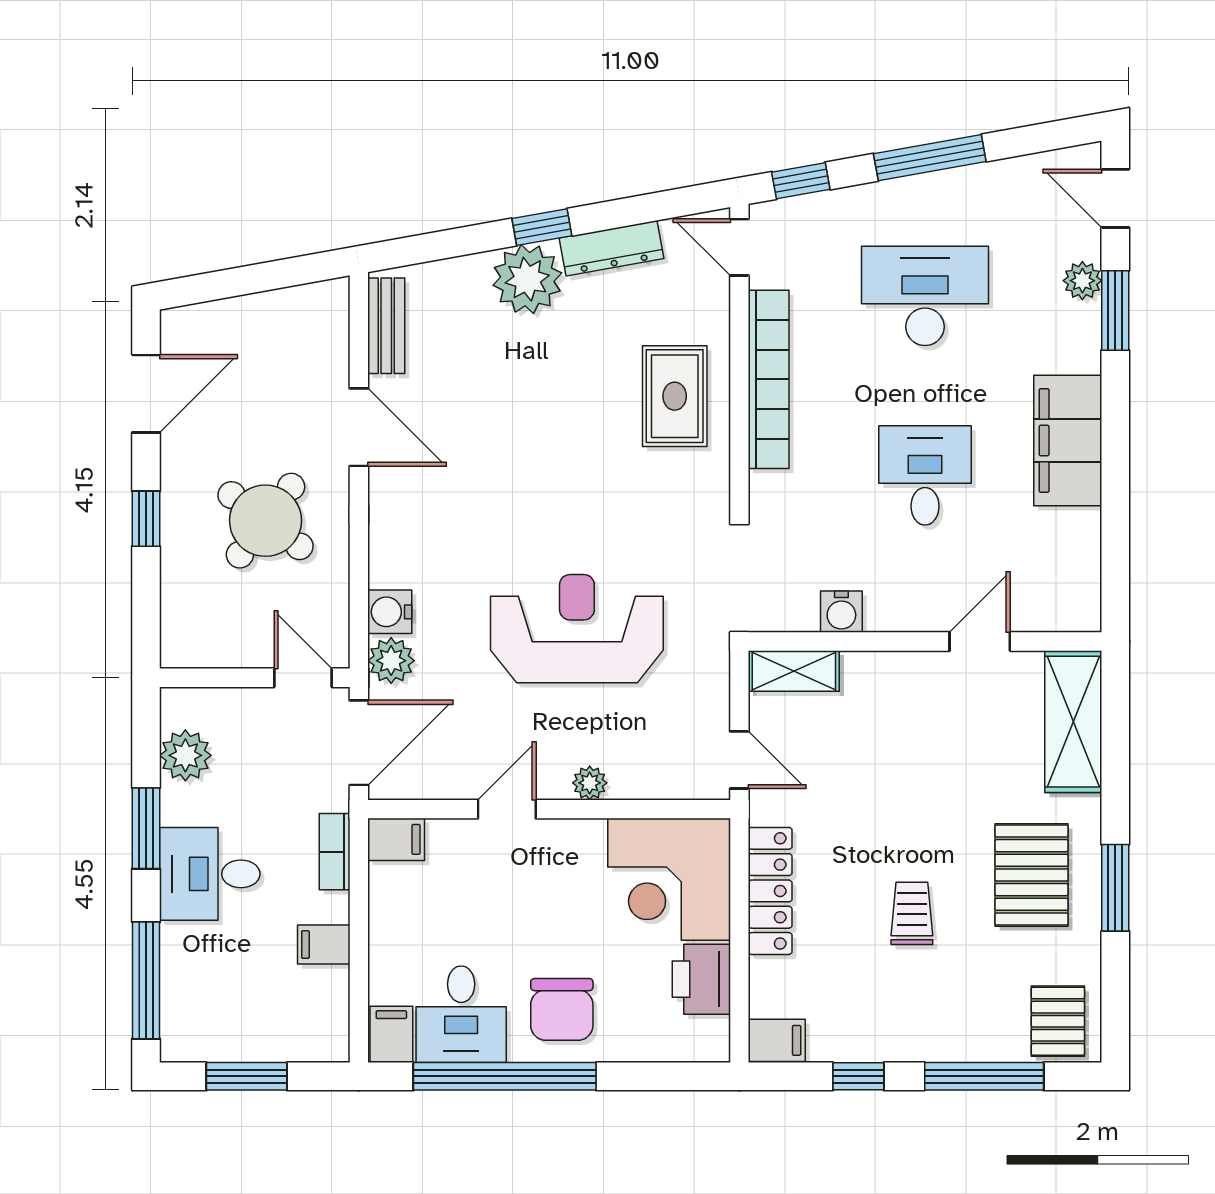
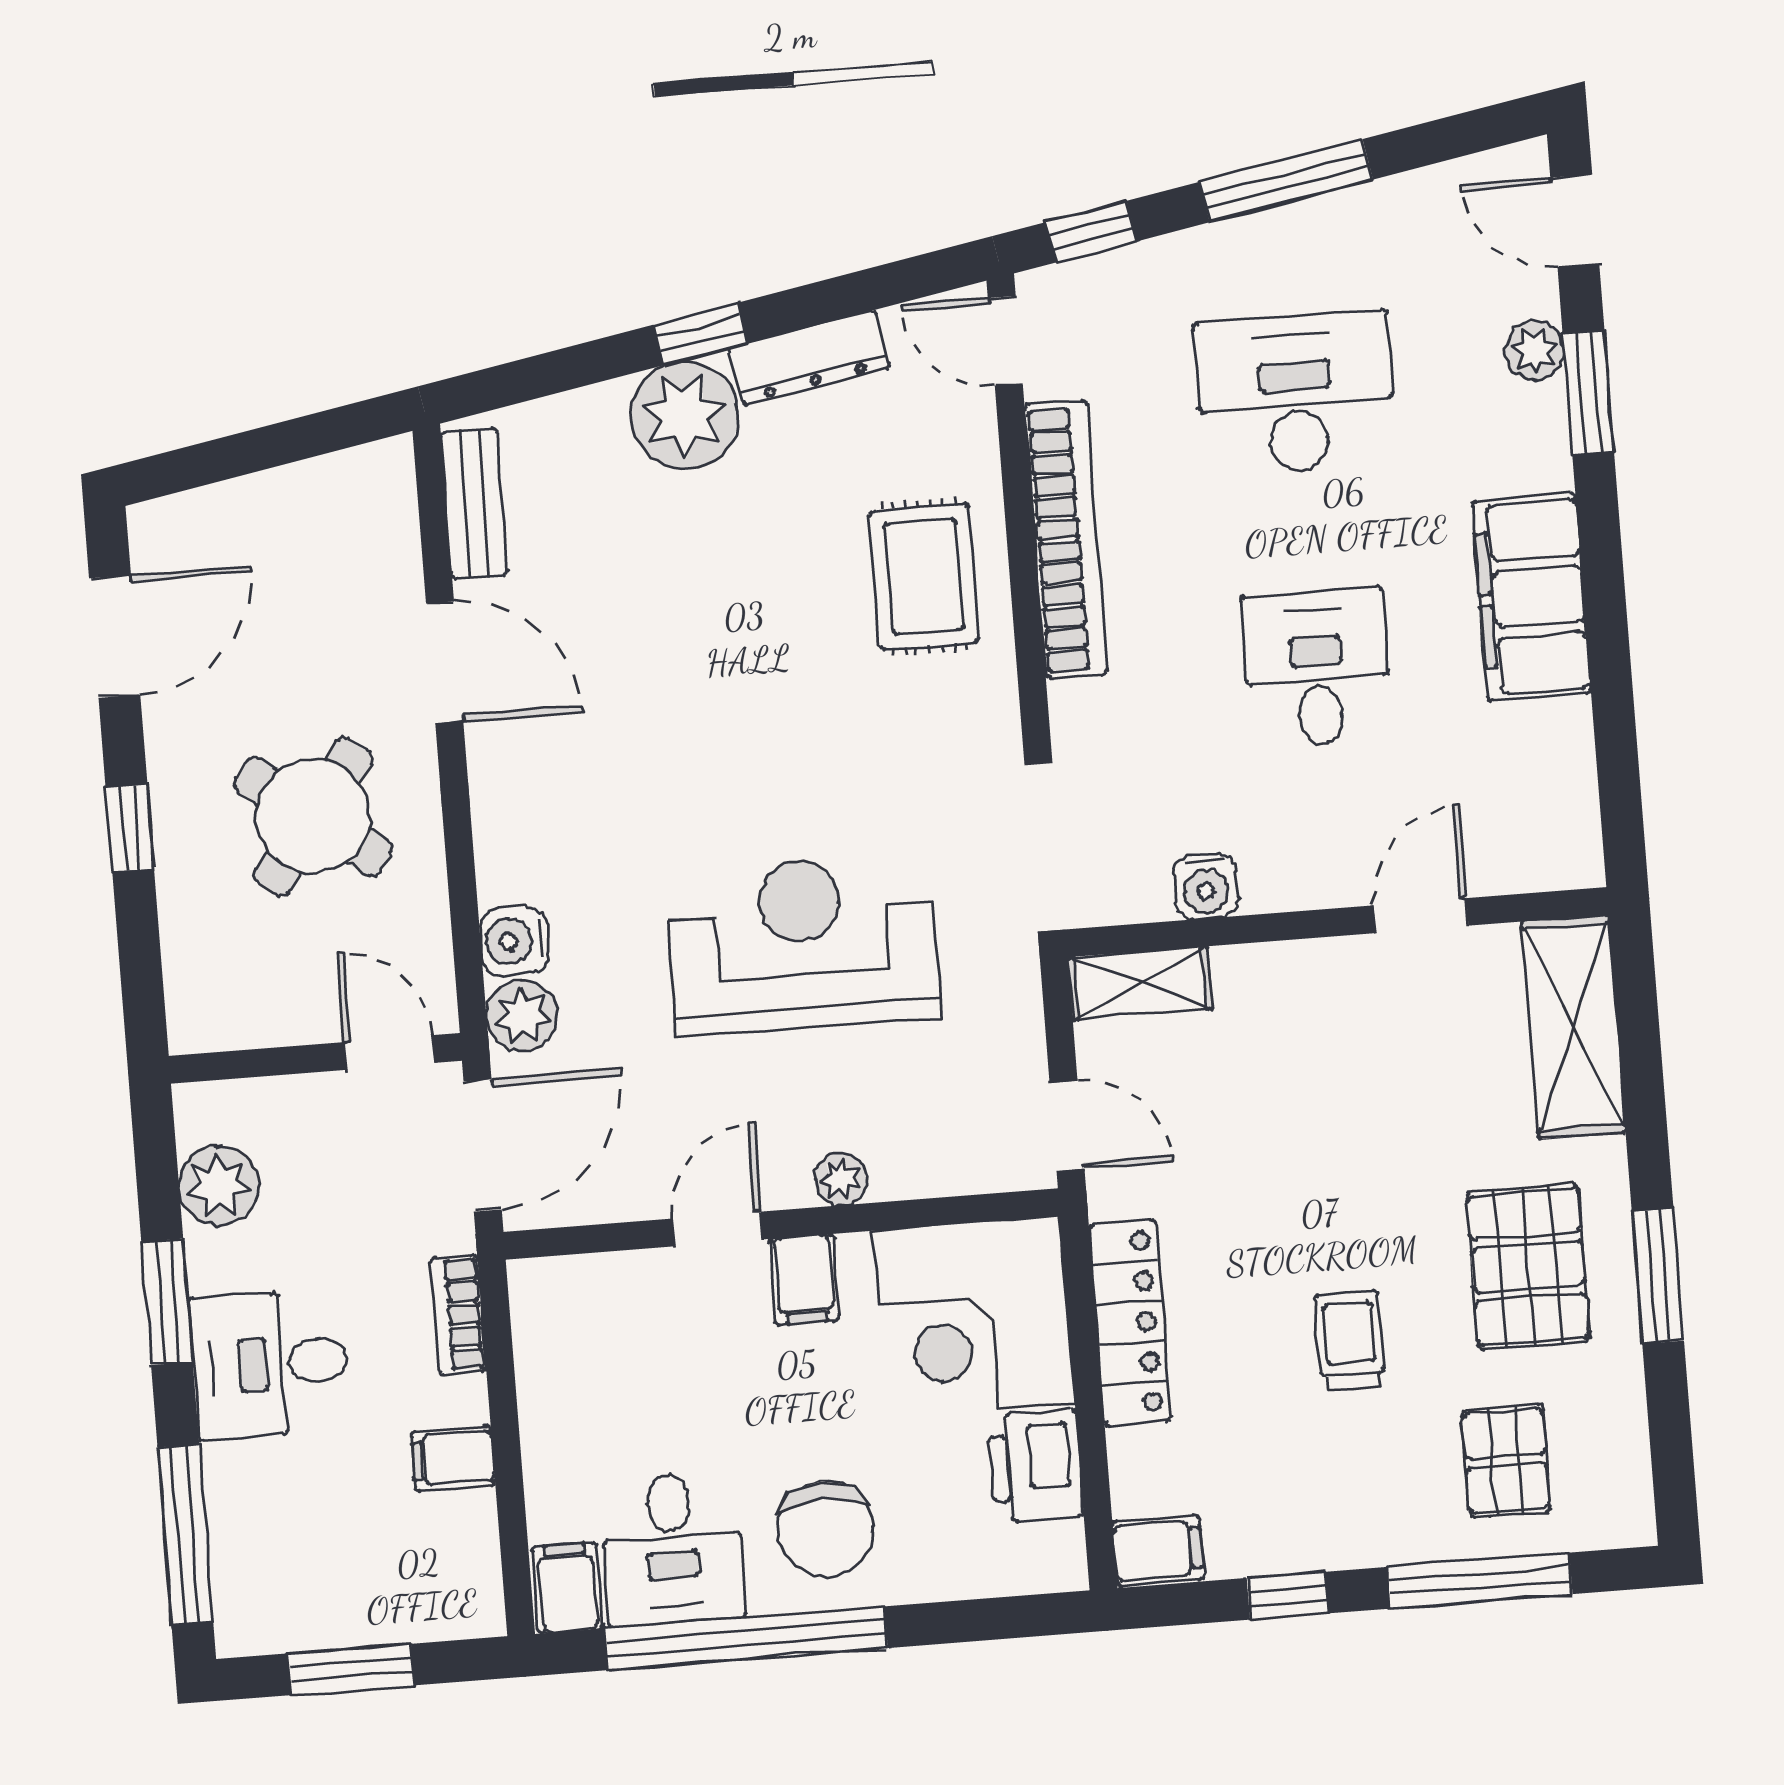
filing cabinet: (396, 839) -> (804, 1280), moved, turned 90
pallet: (1058, 1021) -> (1506, 1461), moved

